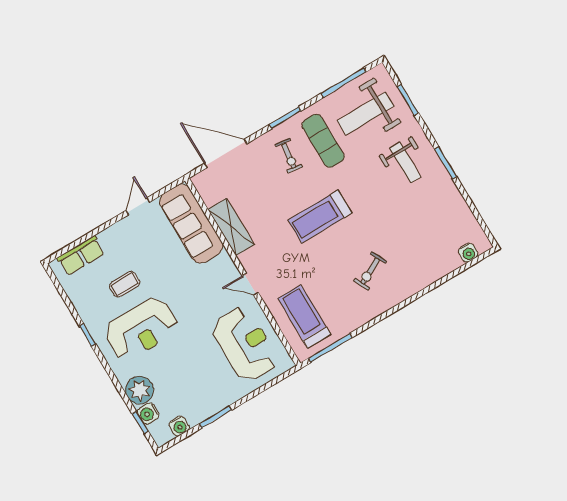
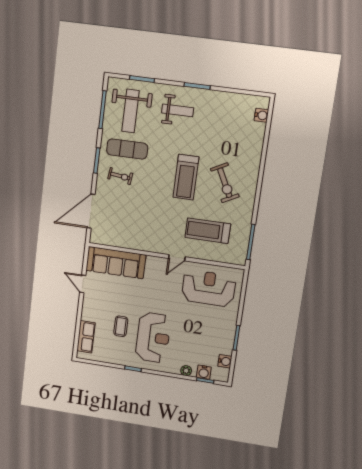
treadmill: (320, 217) -> (186, 177), moved
shelving: (231, 227) -> (135, 242), removed
exercise bike: (370, 271) -> (225, 183), width x1.38, depth x1.39
treadmill: (304, 317) -> (208, 231), moved
plant: (140, 390) -> (186, 371), width x0.53, depth x0.53

